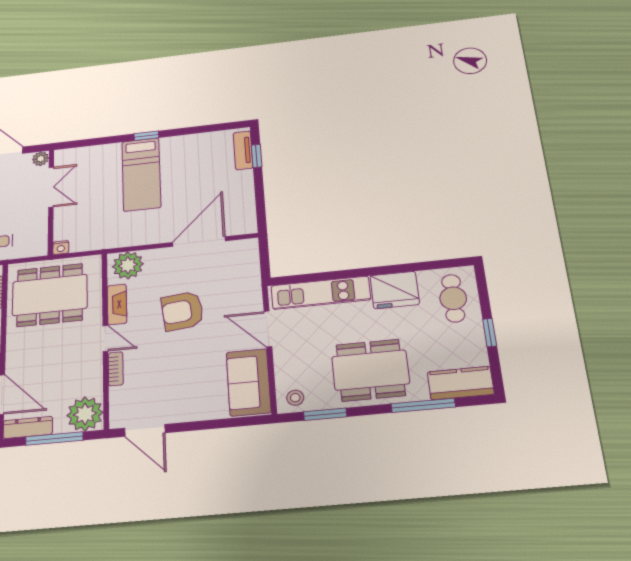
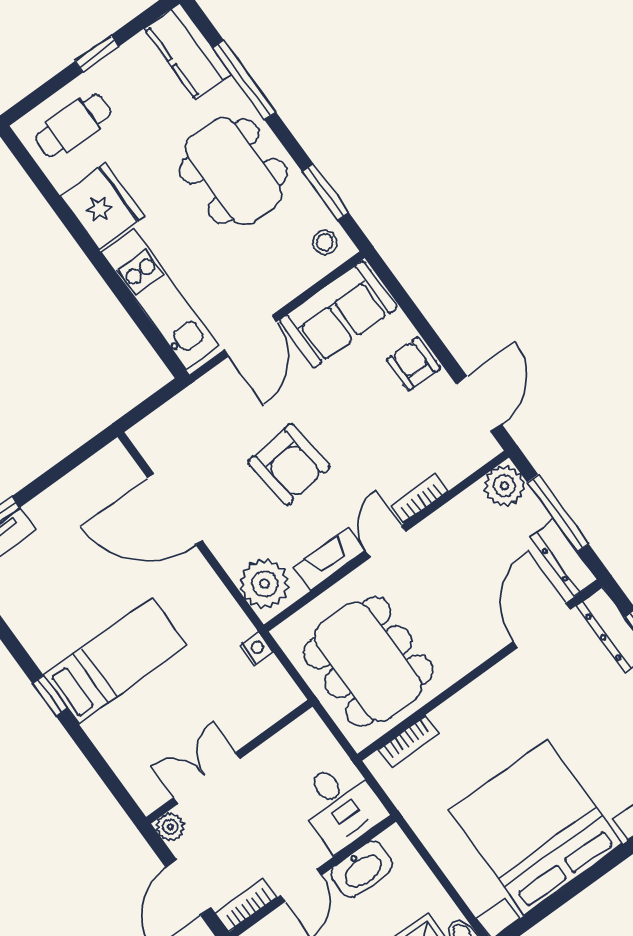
nightstand: (61, 248) -> (256, 648), moved
armchair: (192, 407) -> (413, 364), added
plant: (85, 414) -> (504, 486), width x0.73, depth x0.73

